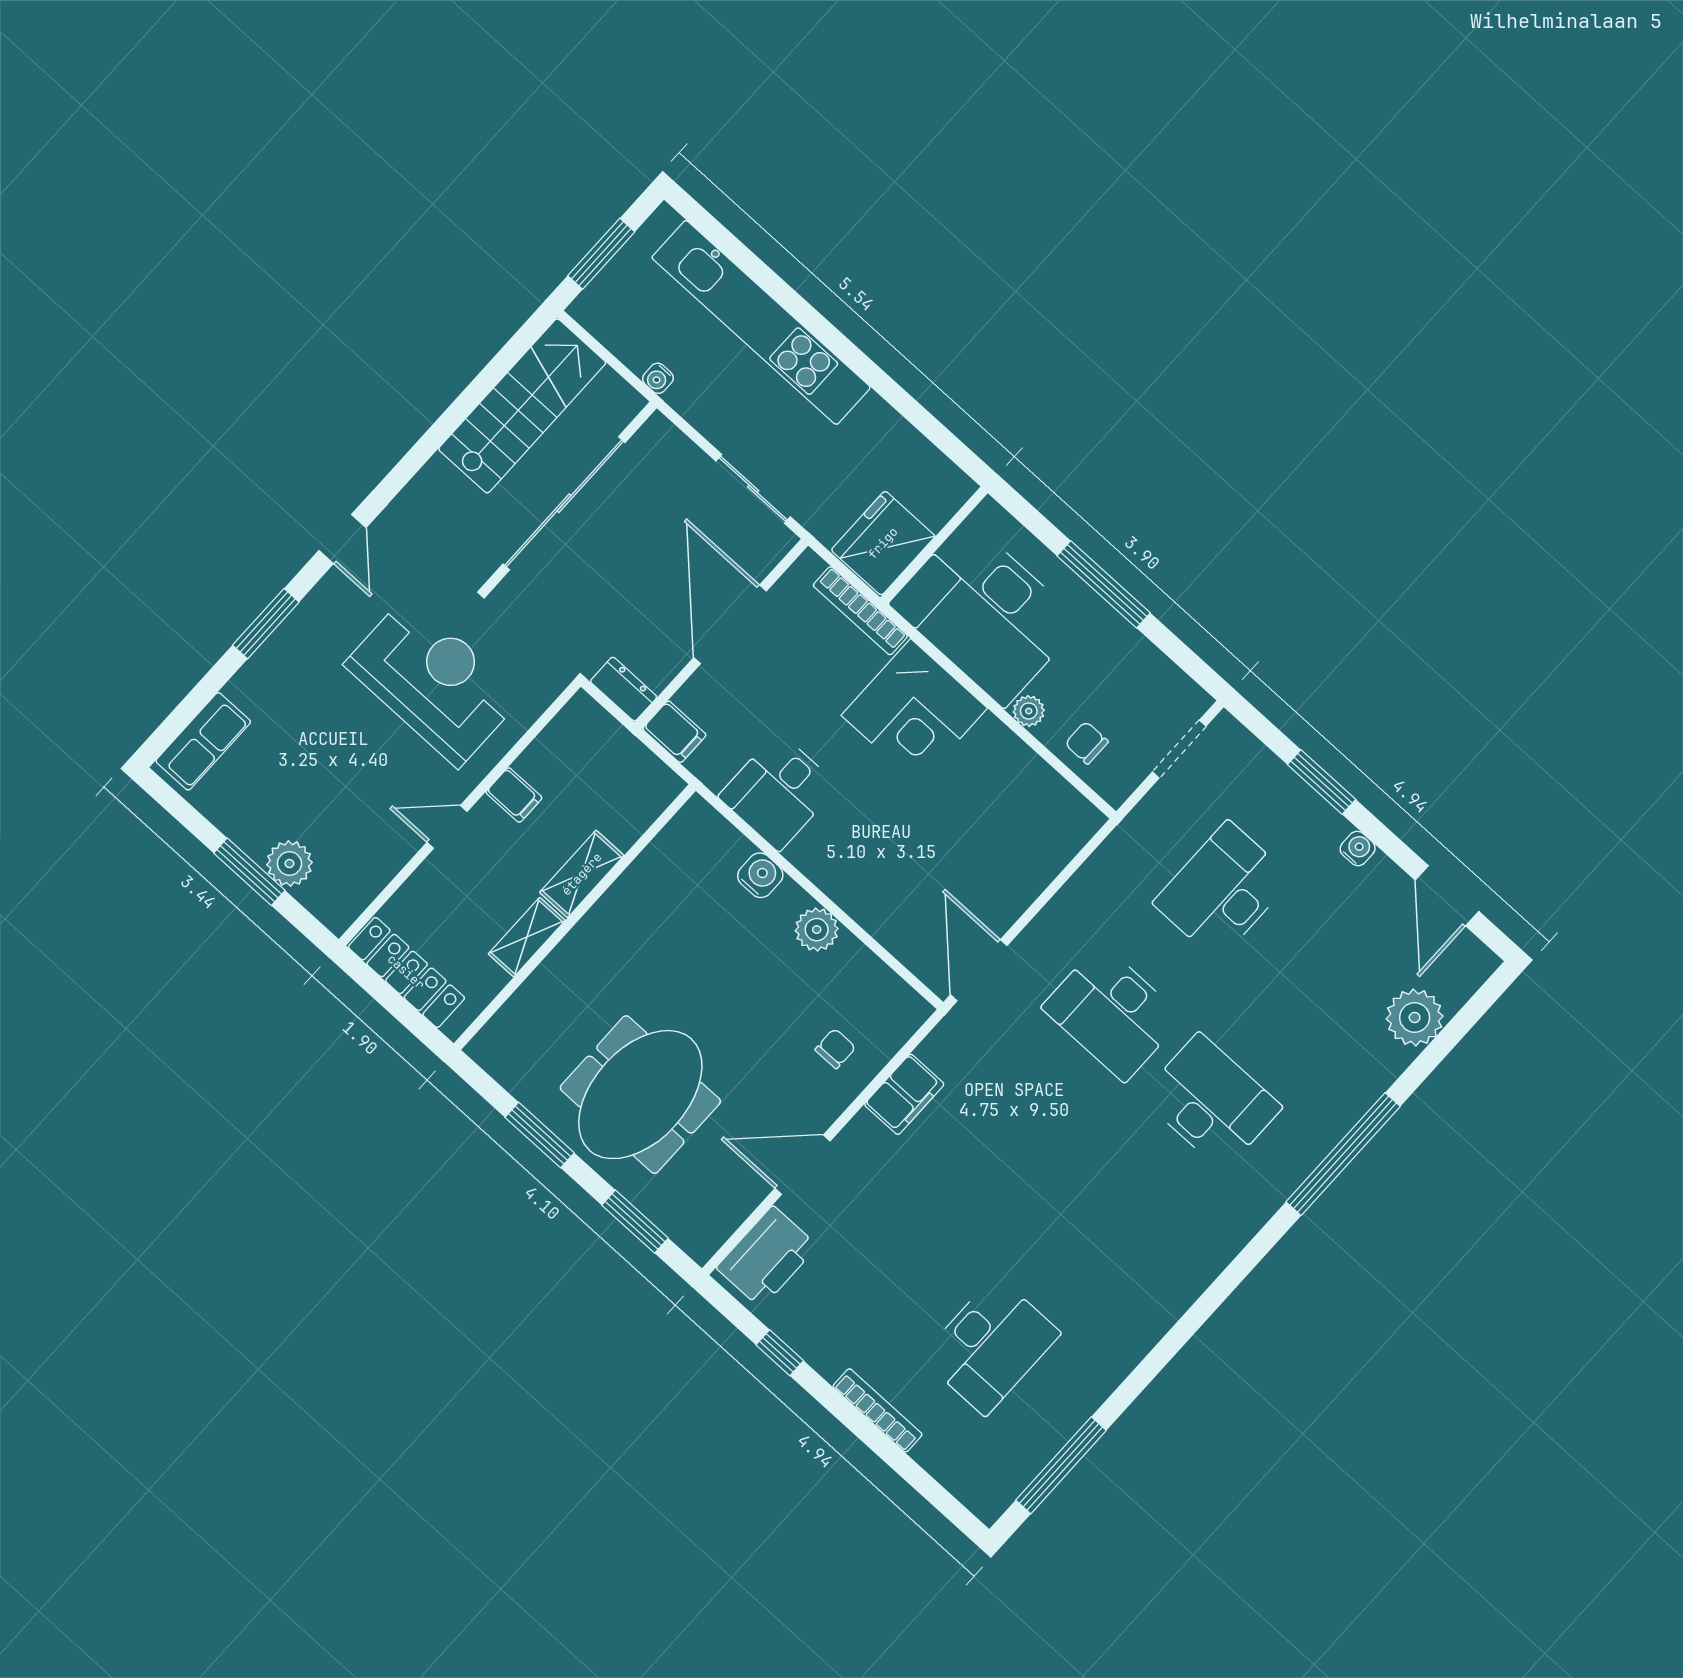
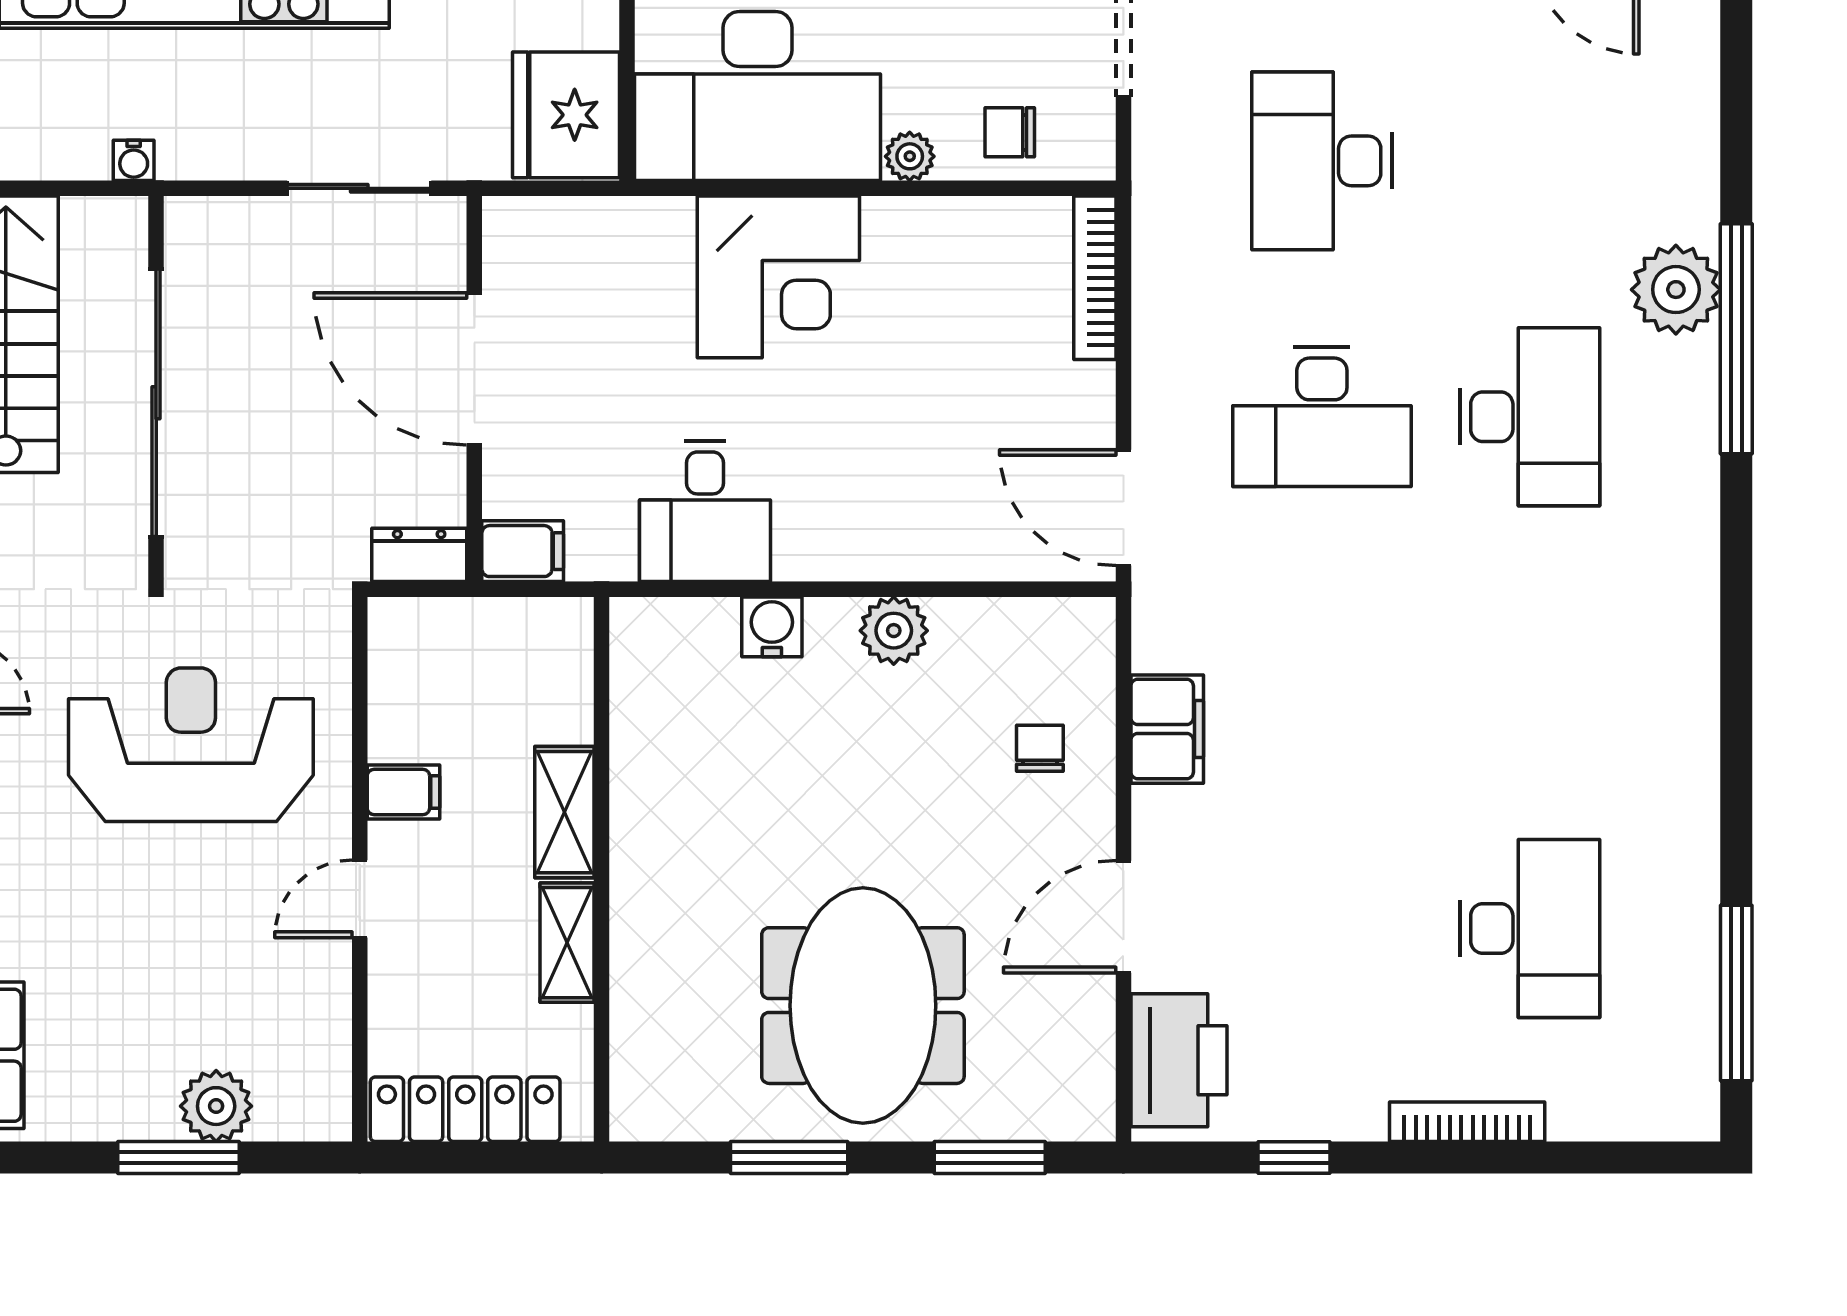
bookcase: (860, 611) -> (1095, 278), moved, turned 90
plant: (1415, 1018) -> (1676, 290), moved
desk: (1211, 1102) -> (1530, 417), turned 90

